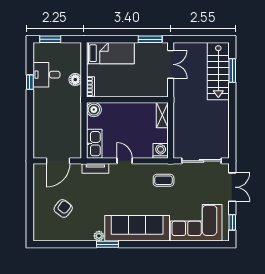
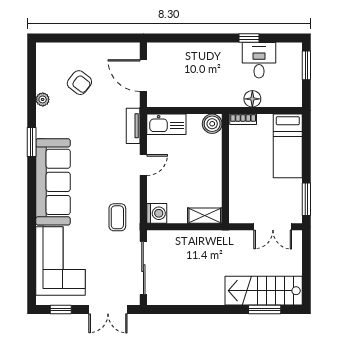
plant: (99, 236) -> (43, 99), moved

